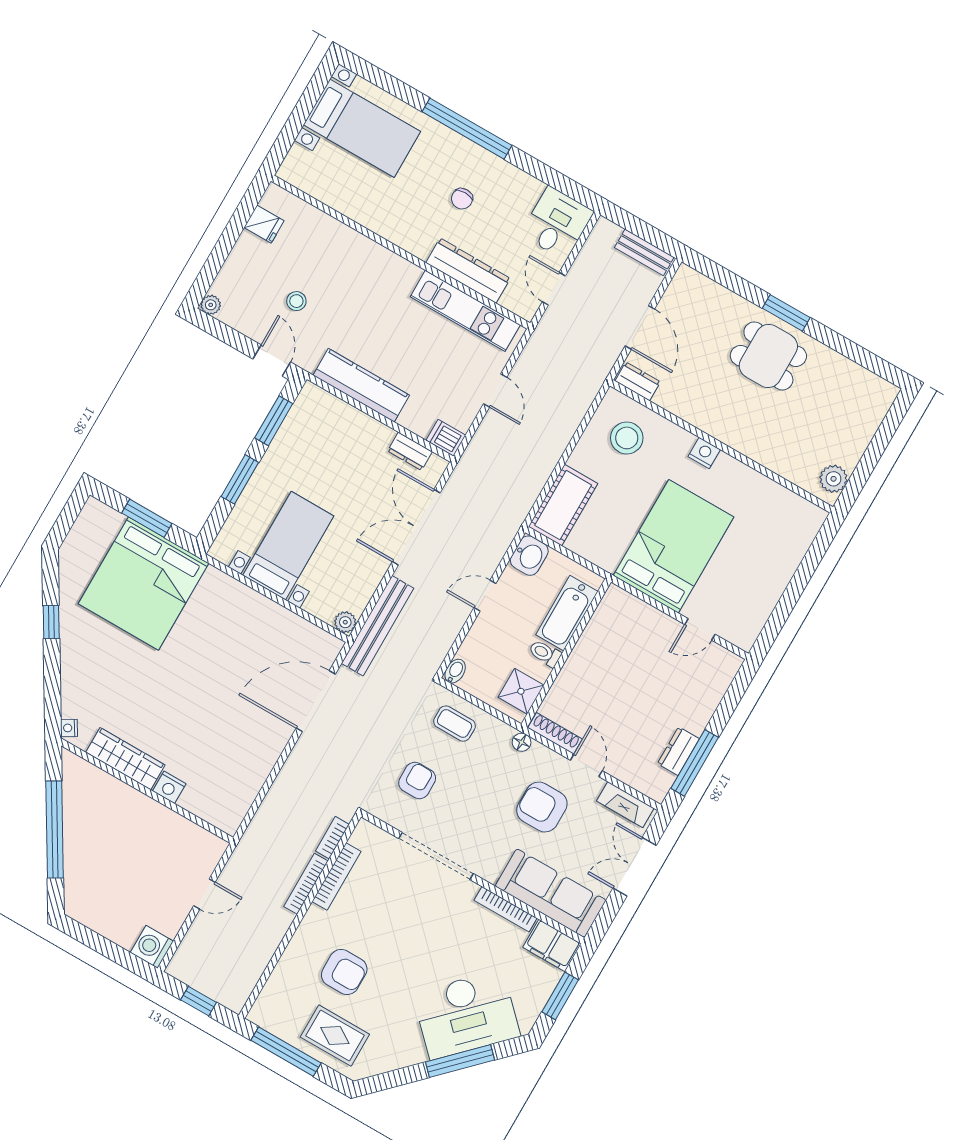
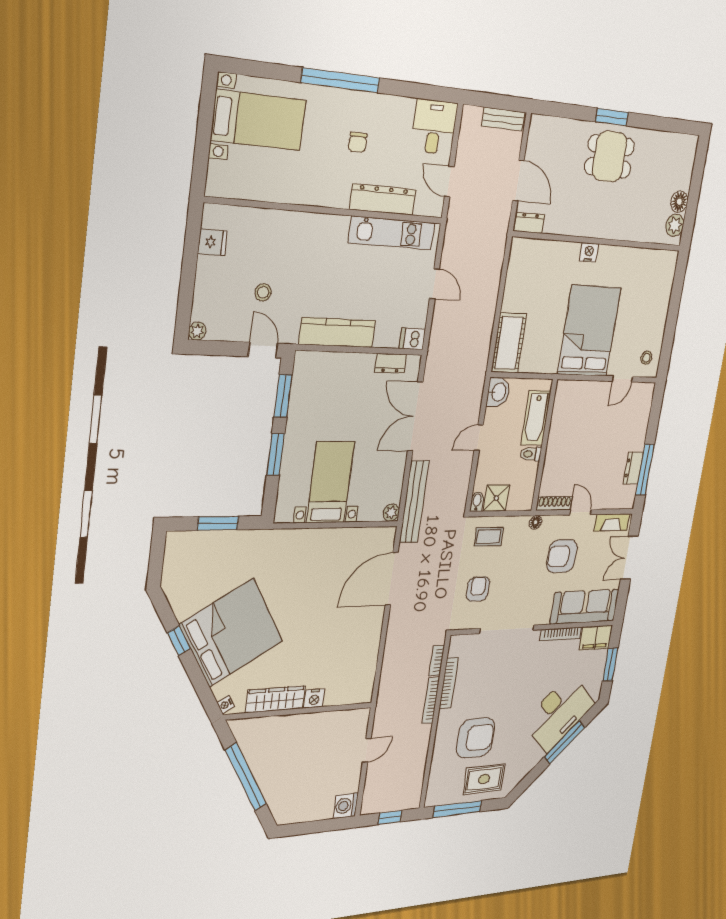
stool: (627, 438) -> (646, 358), moved, width x0.53, depth x0.53
floor lamp: (849, 454) -> (679, 202), added
bed: (143, 584) -> (231, 633), moved, turned -121
shower: (521, 691) -> (496, 498), moved
armchair: (344, 972) -> (476, 738), width x1.36, depth x1.36

